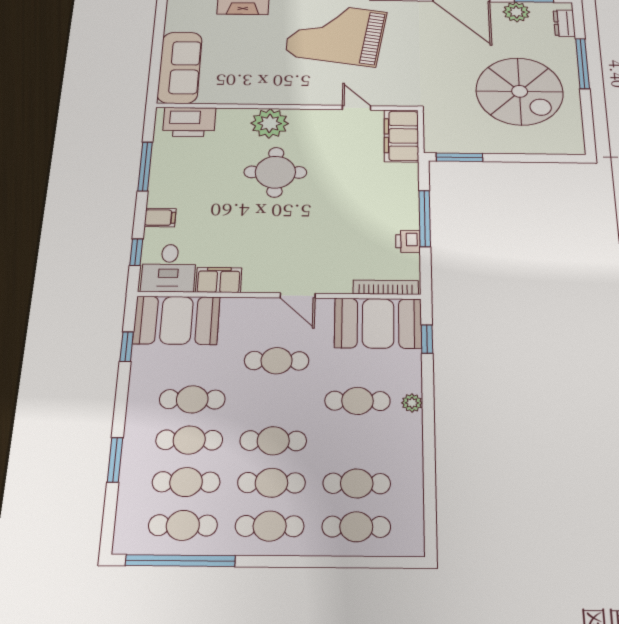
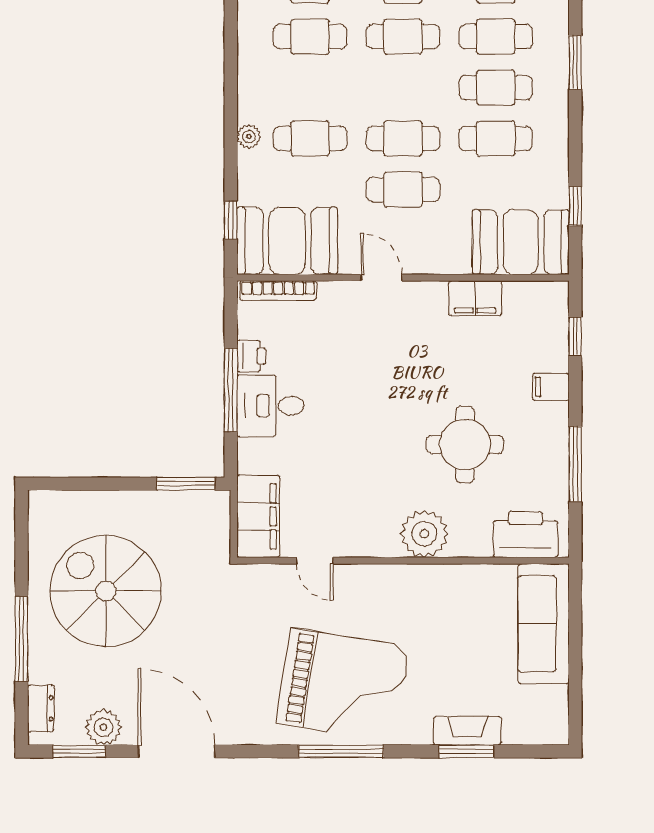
round table: (275, 172) -> (465, 444), moved
desk: (169, 268) -> (270, 406), moved, turned -90
cafe table: (273, 441) -> (403, 139), moved

